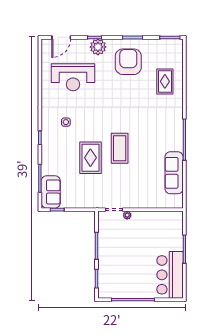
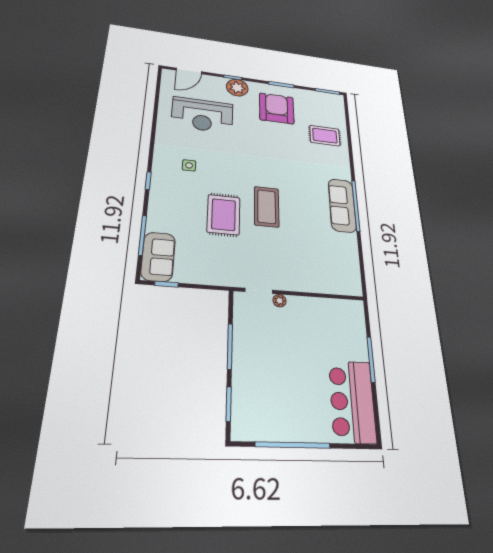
rug: (165, 81) -> (325, 136), turned 90
sofa: (174, 173) -> (342, 205), moved

